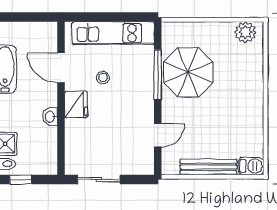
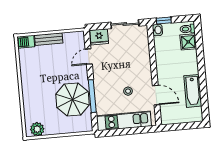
fridge: (76, 104) -> (99, 37), moved, turned -90
washbasin: (50, 117) -> (157, 30), moved
bench: (208, 167) -> (49, 39), width x0.73
window: (21, 180) -> (164, 21), moved

